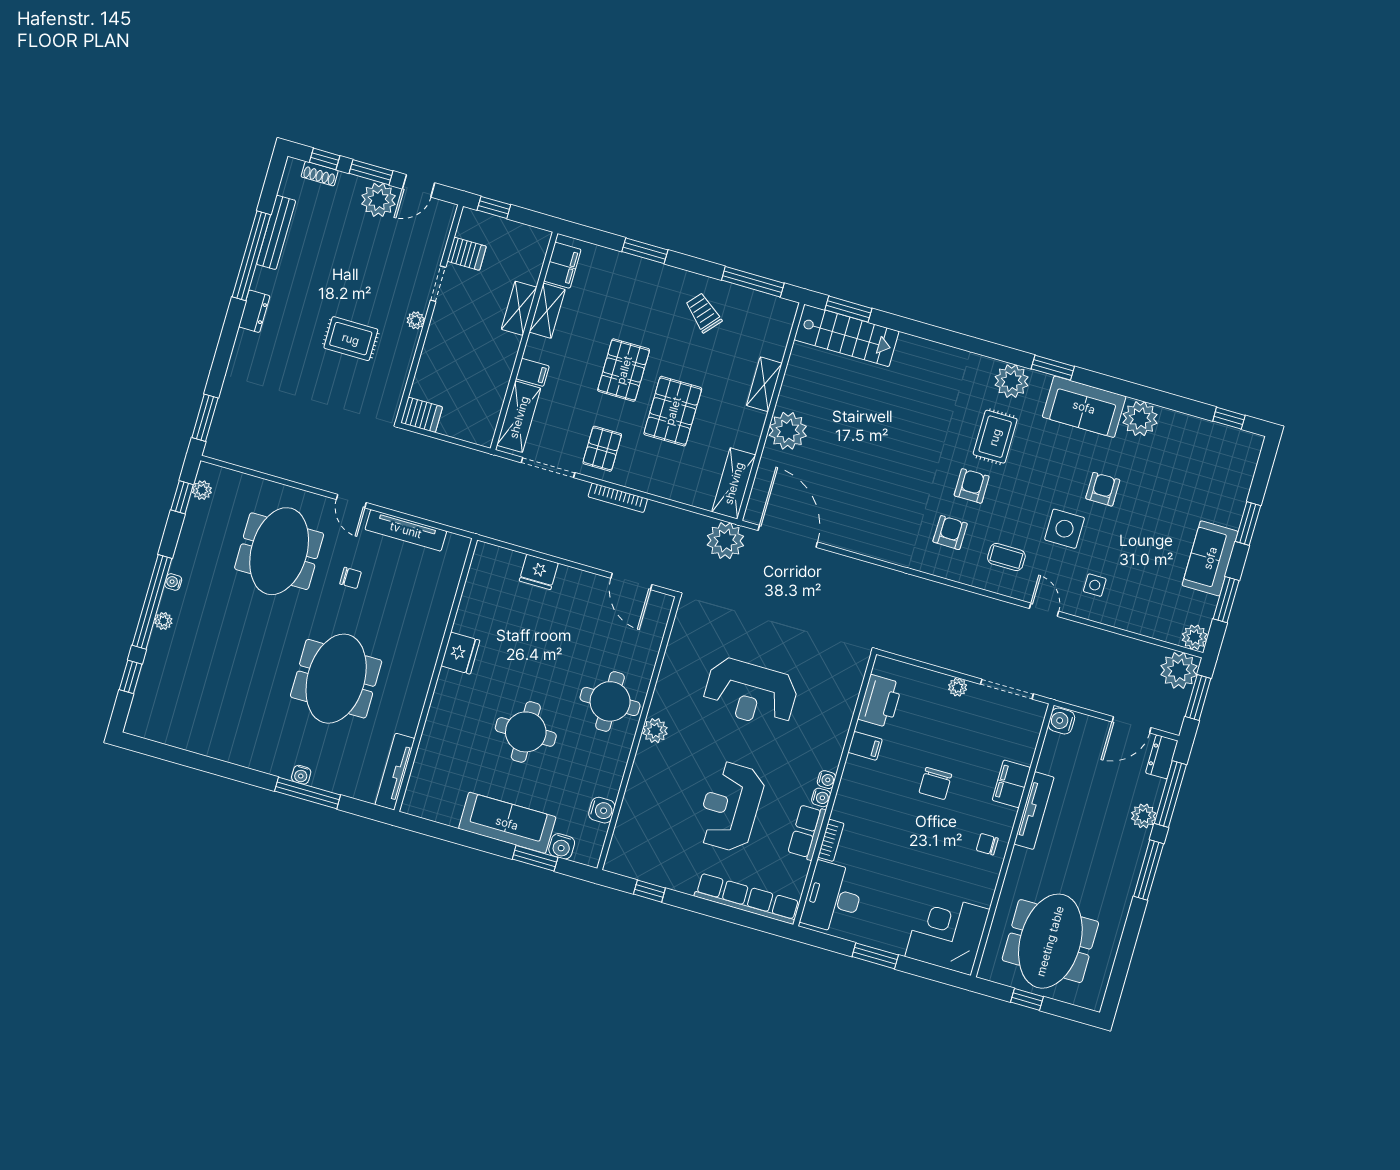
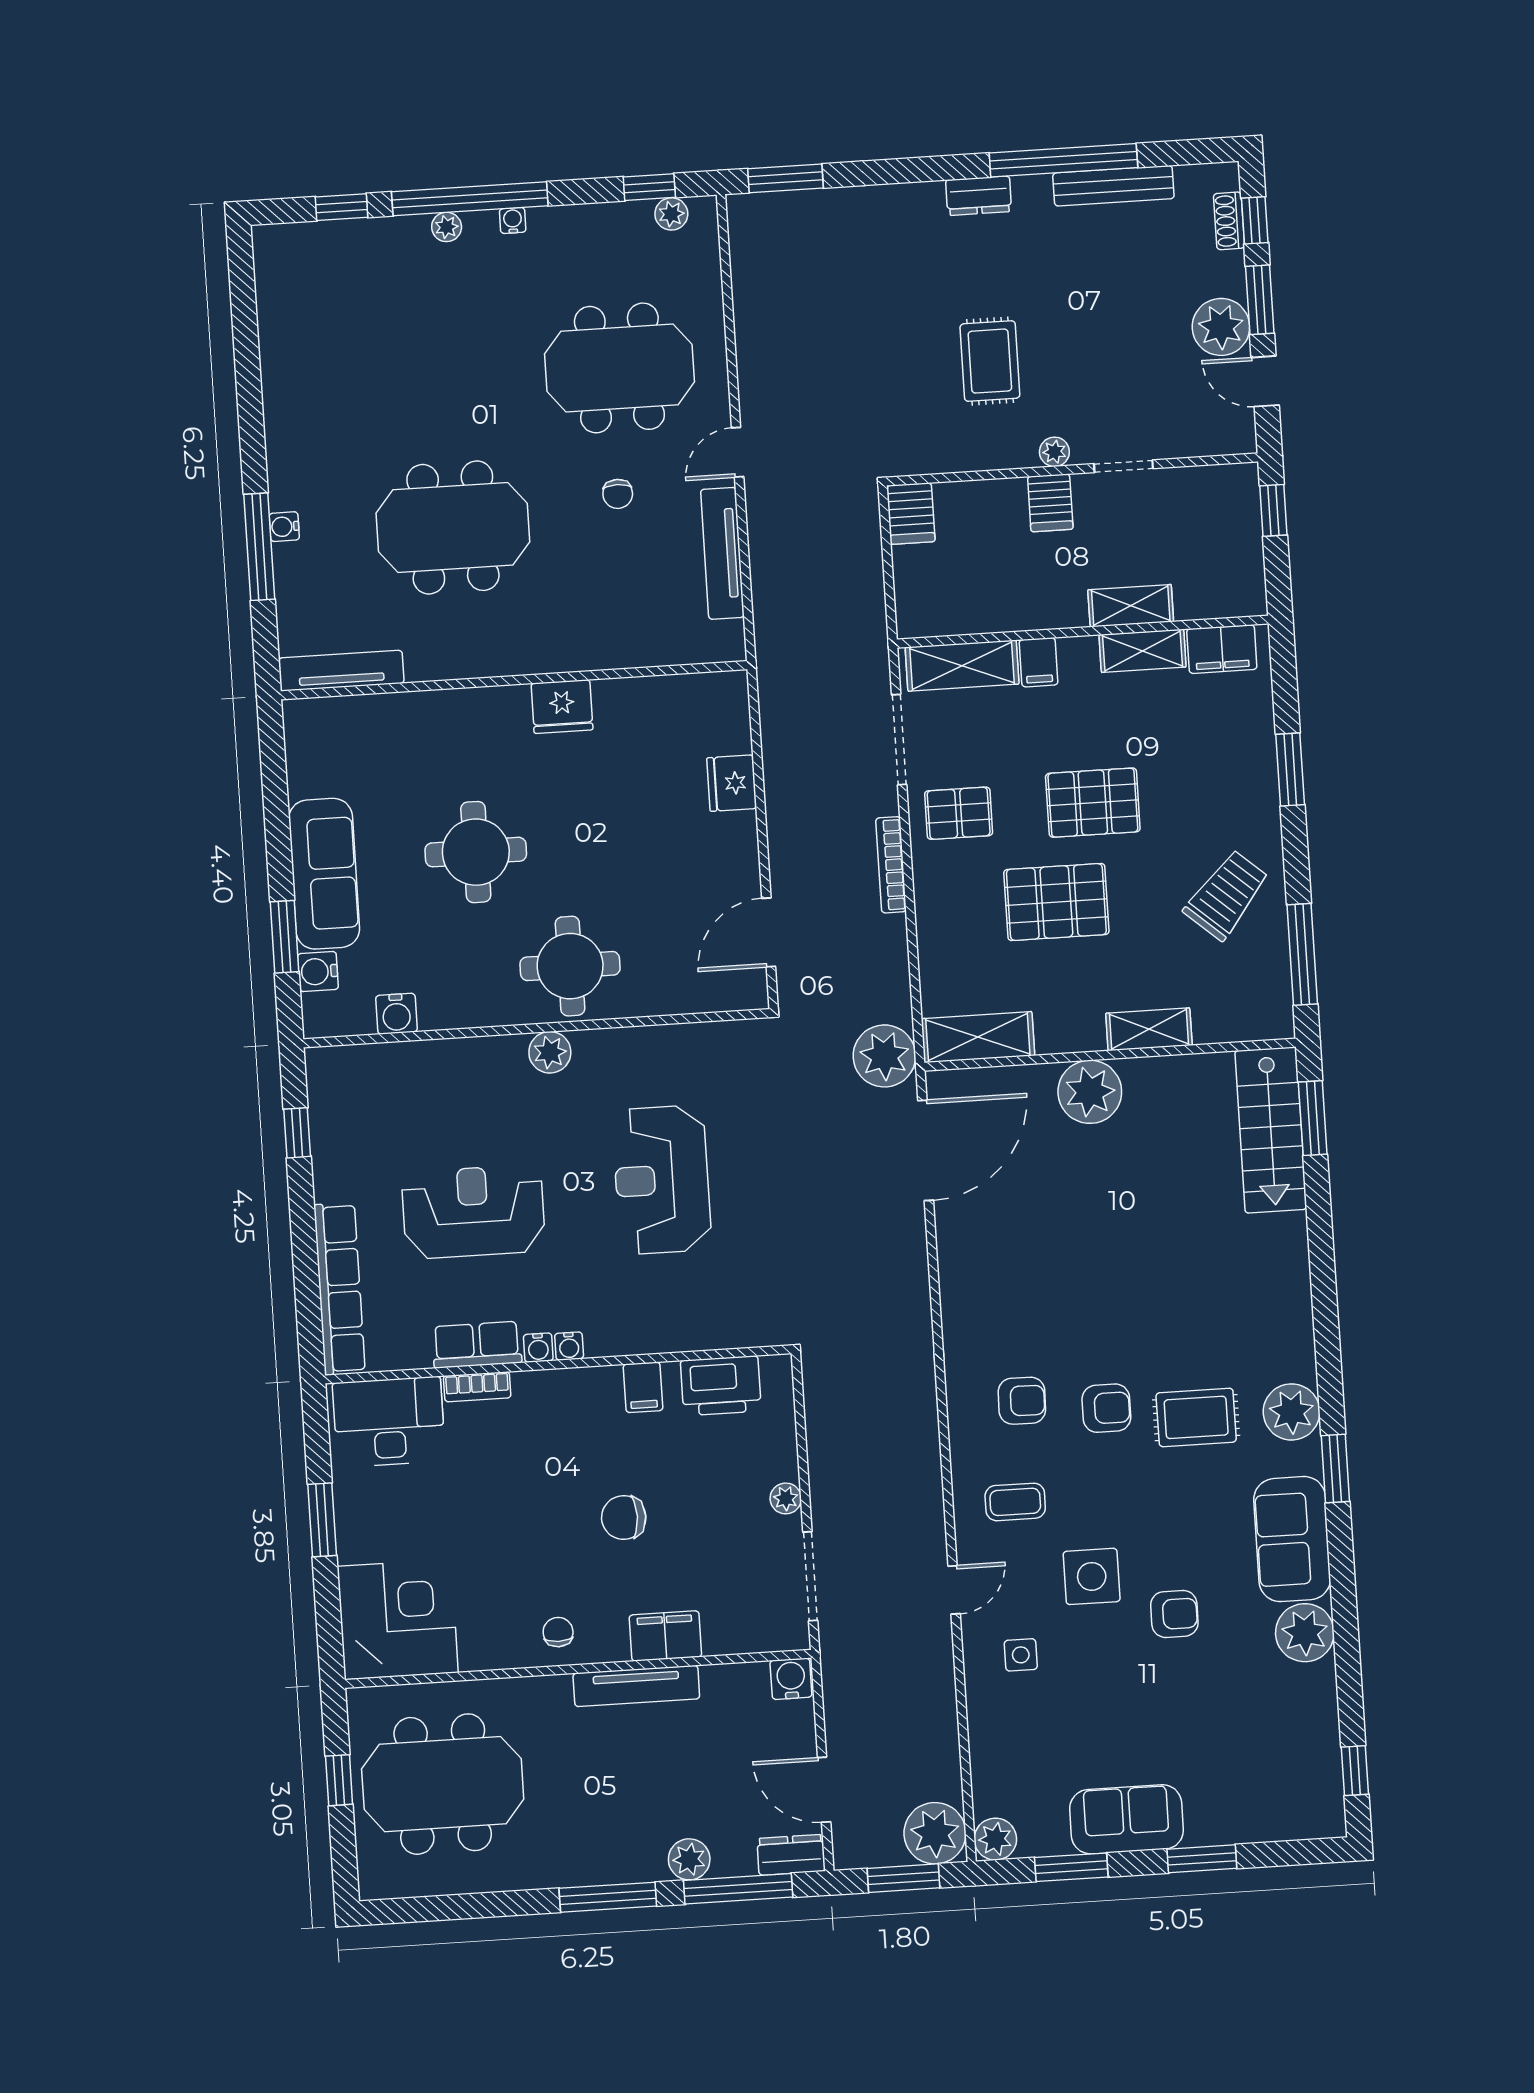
server rack: (467, 254) -> (1050, 503), moved
trolley: (703, 313) -> (1226, 895), width x1.36, depth x1.39
coffee table: (1006, 557) -> (1015, 1502), turned 90

